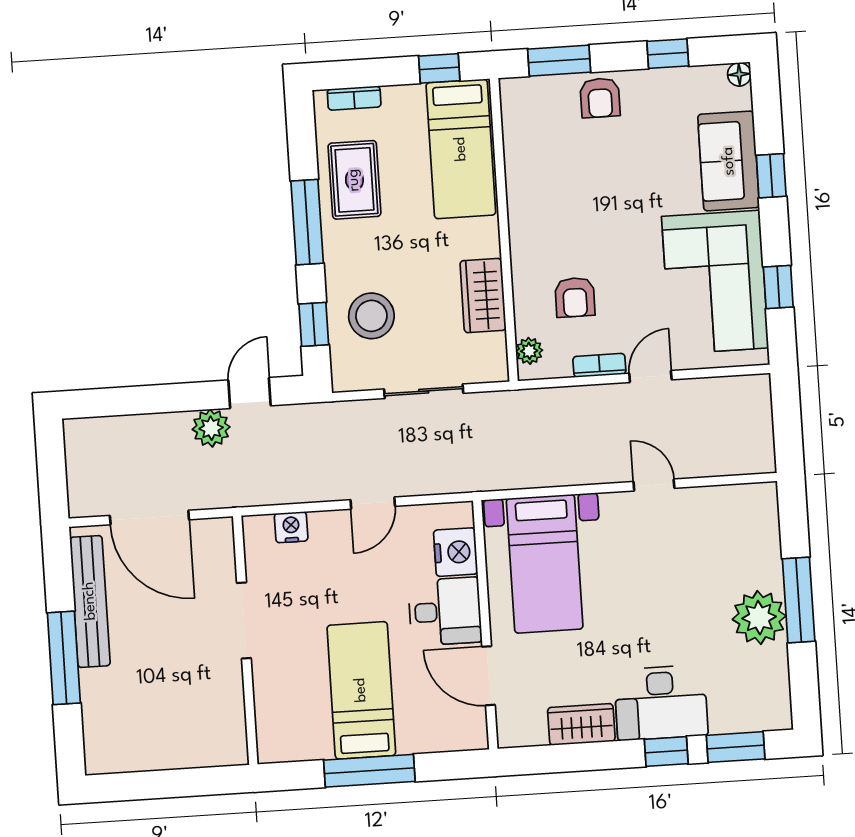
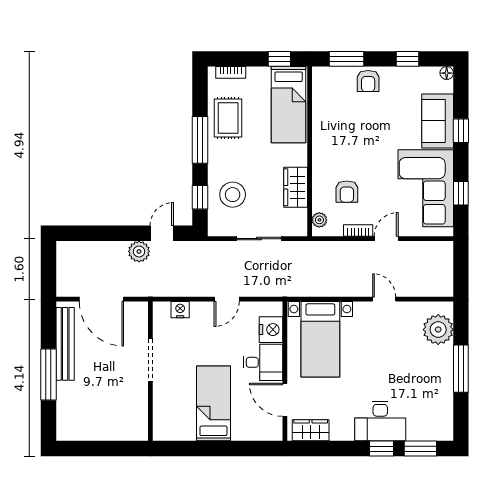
plant: (759, 618) -> (438, 330), moved
wardrobe: (581, 724) -> (311, 430), moved
window: (369, 771) -> (215, 449), removed

